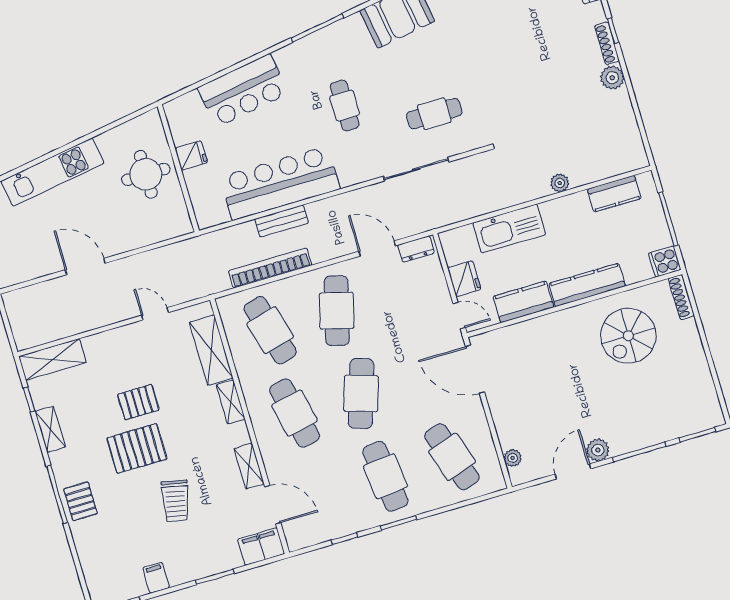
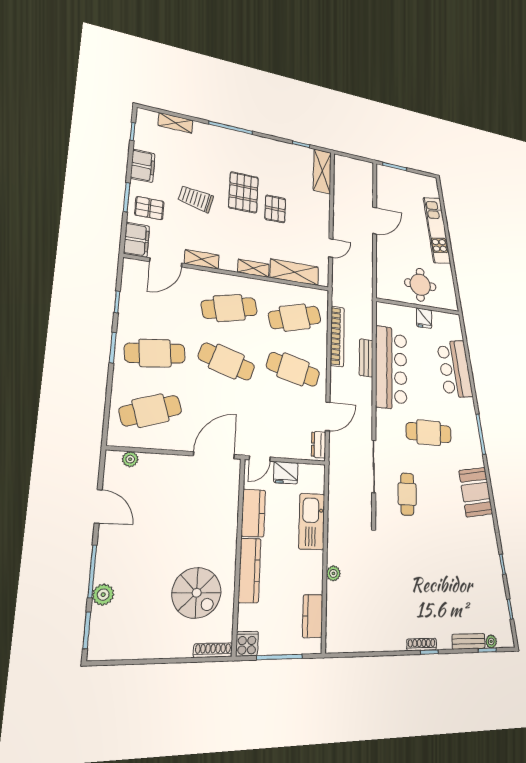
plant: (612, 78) -> (397, 641), removed
cafe table: (345, 105) -> (429, 433), width x1.37, depth x1.35
spiral stairs: (628, 336) -> (197, 593), turned 180
shelving: (50, 429) -> (176, 123), moved
plant: (598, 450) -> (103, 595), moved
pallet: (80, 501) -> (149, 208), moved
filing cabinet: (156, 578) -> (143, 166), width x2.00

